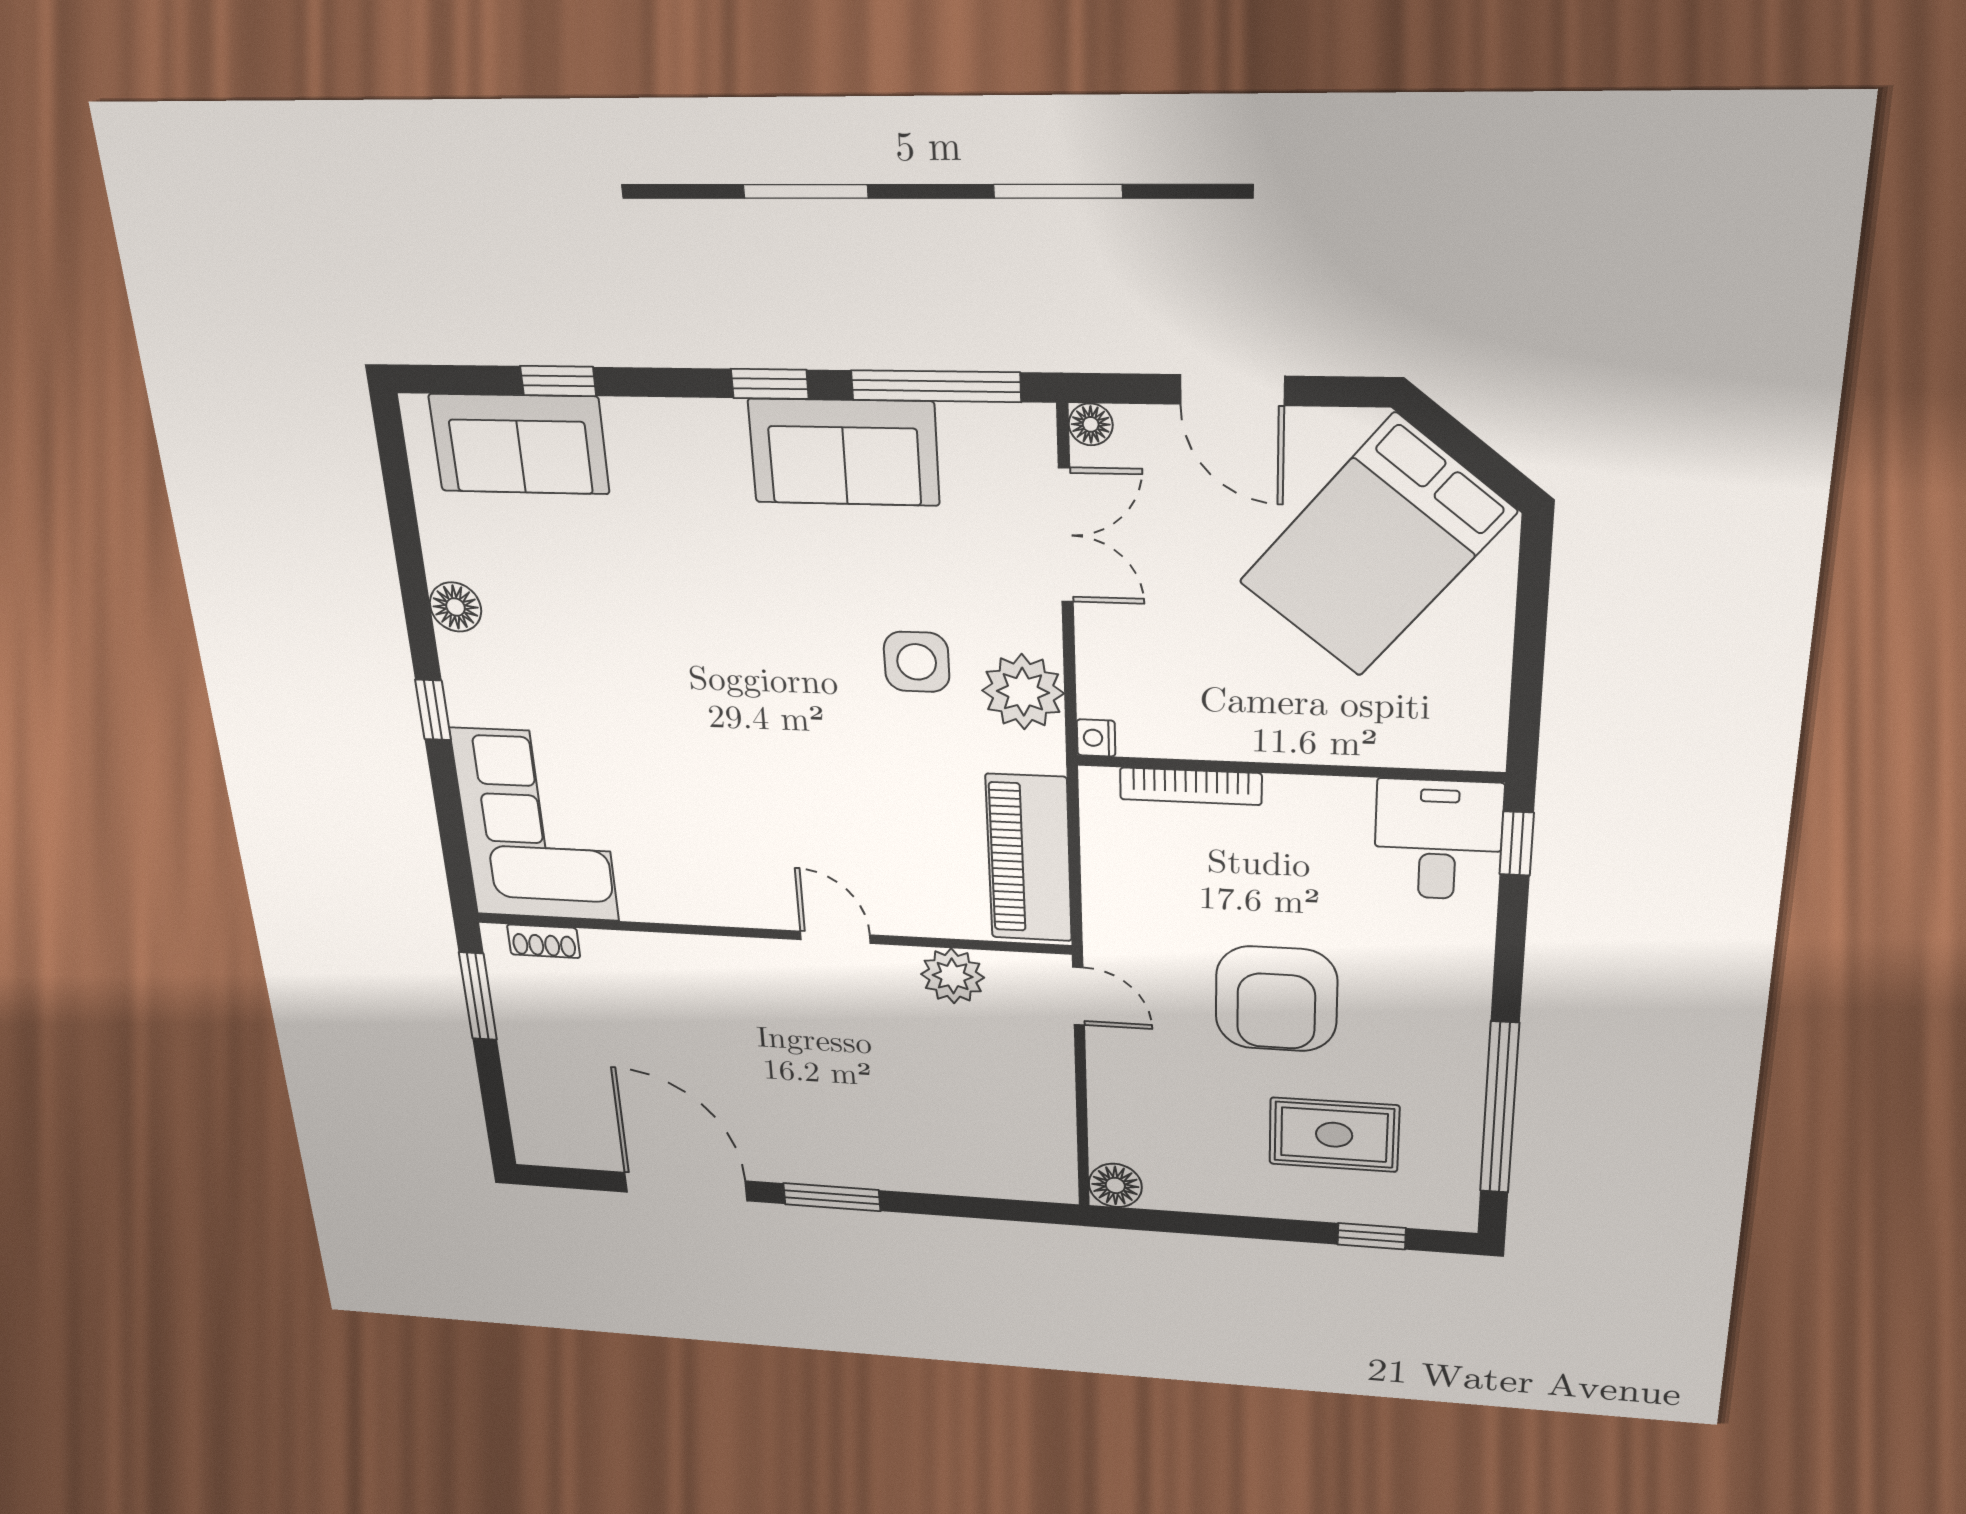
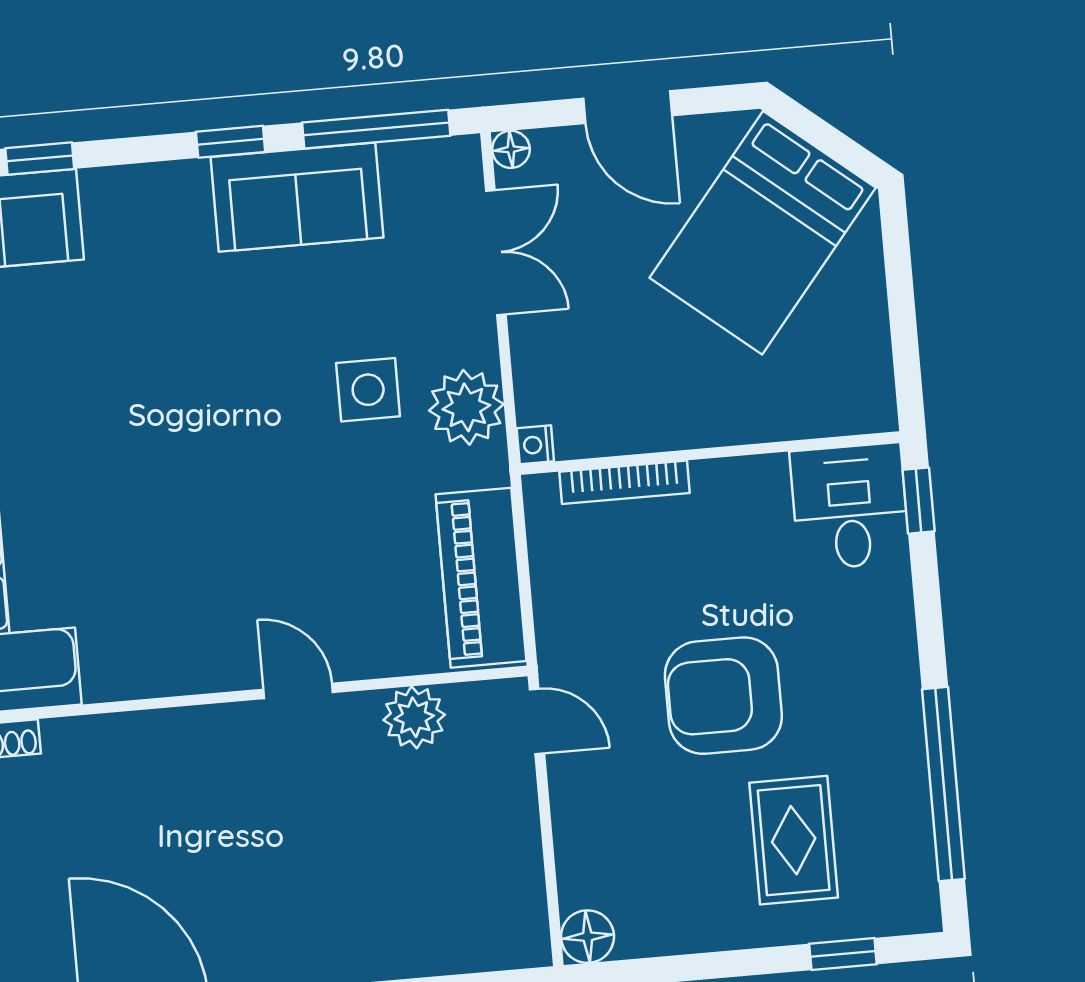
armchair: (1276, 999) -> (723, 696), turned 90
rug: (1334, 1135) -> (794, 840), turned 90

